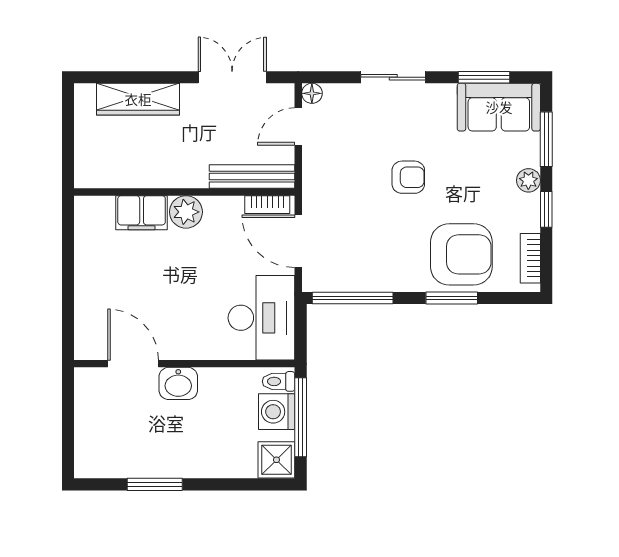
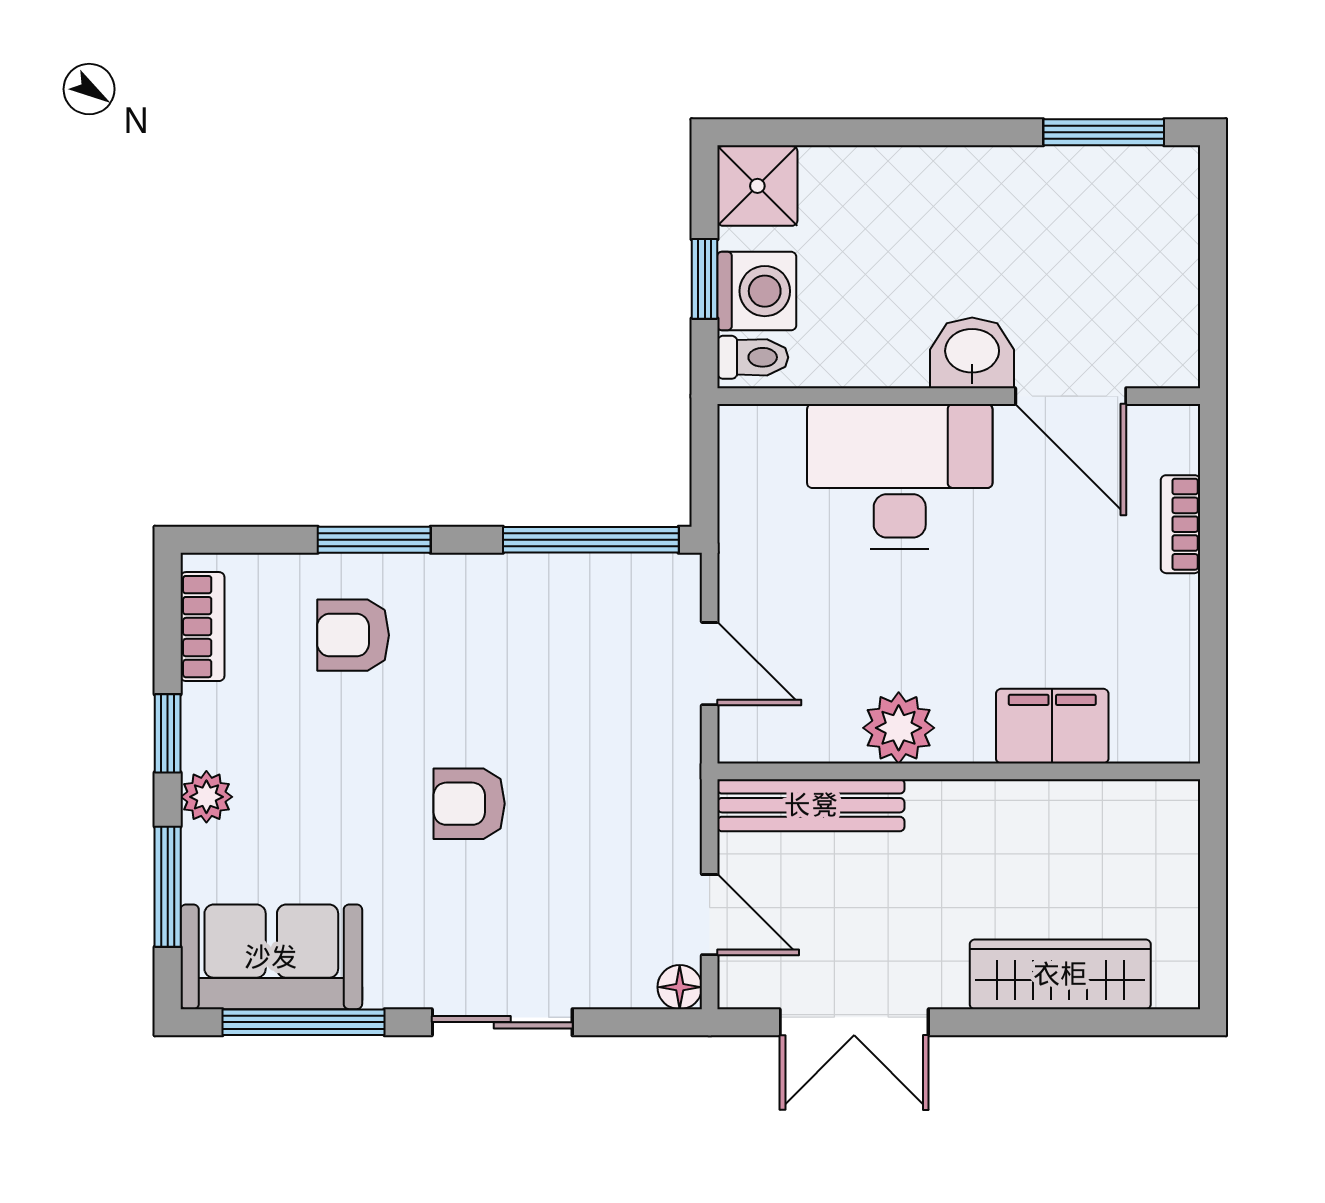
window: (484, 77) -> (304, 1022), width x1.44
door: (298, 126) -> (710, 915), hinge flipped
bookcase: (267, 205) -> (1180, 524), moved, turned -90
plant: (186, 212) -> (899, 728), moved
door: (298, 241) -> (710, 664), width x0.73
armchair: (461, 254) -> (353, 635), width x0.53, depth x0.53
desk: (261, 318) -> (900, 477), moved, turned 90
window: (301, 417) -> (705, 279), width x0.46
window: (155, 484) -> (1104, 132), moved

